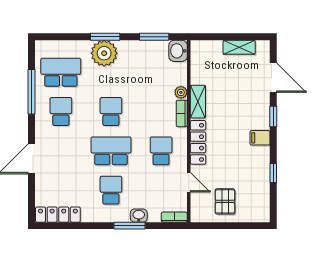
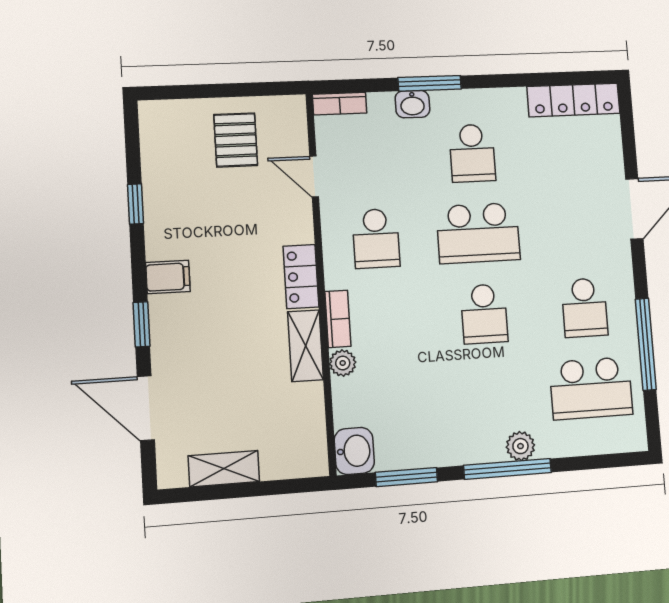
window: (105, 37) -> (508, 469), width x1.44
plant: (104, 53) -> (520, 446), width x0.53, depth x0.53
locker: (198, 142) -> (301, 277), width x0.66

